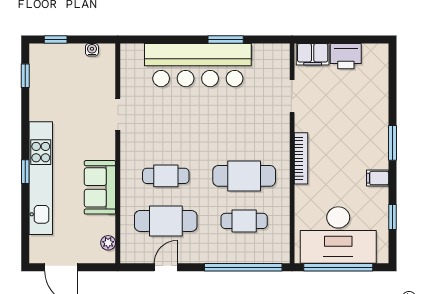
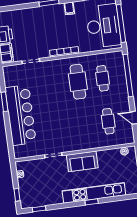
cafe table: (166, 176) -> (84, 125), removed
sofa: (100, 187) -> (82, 161), moved
cafe table: (166, 221) -> (108, 121), width x0.73, depth x0.74

